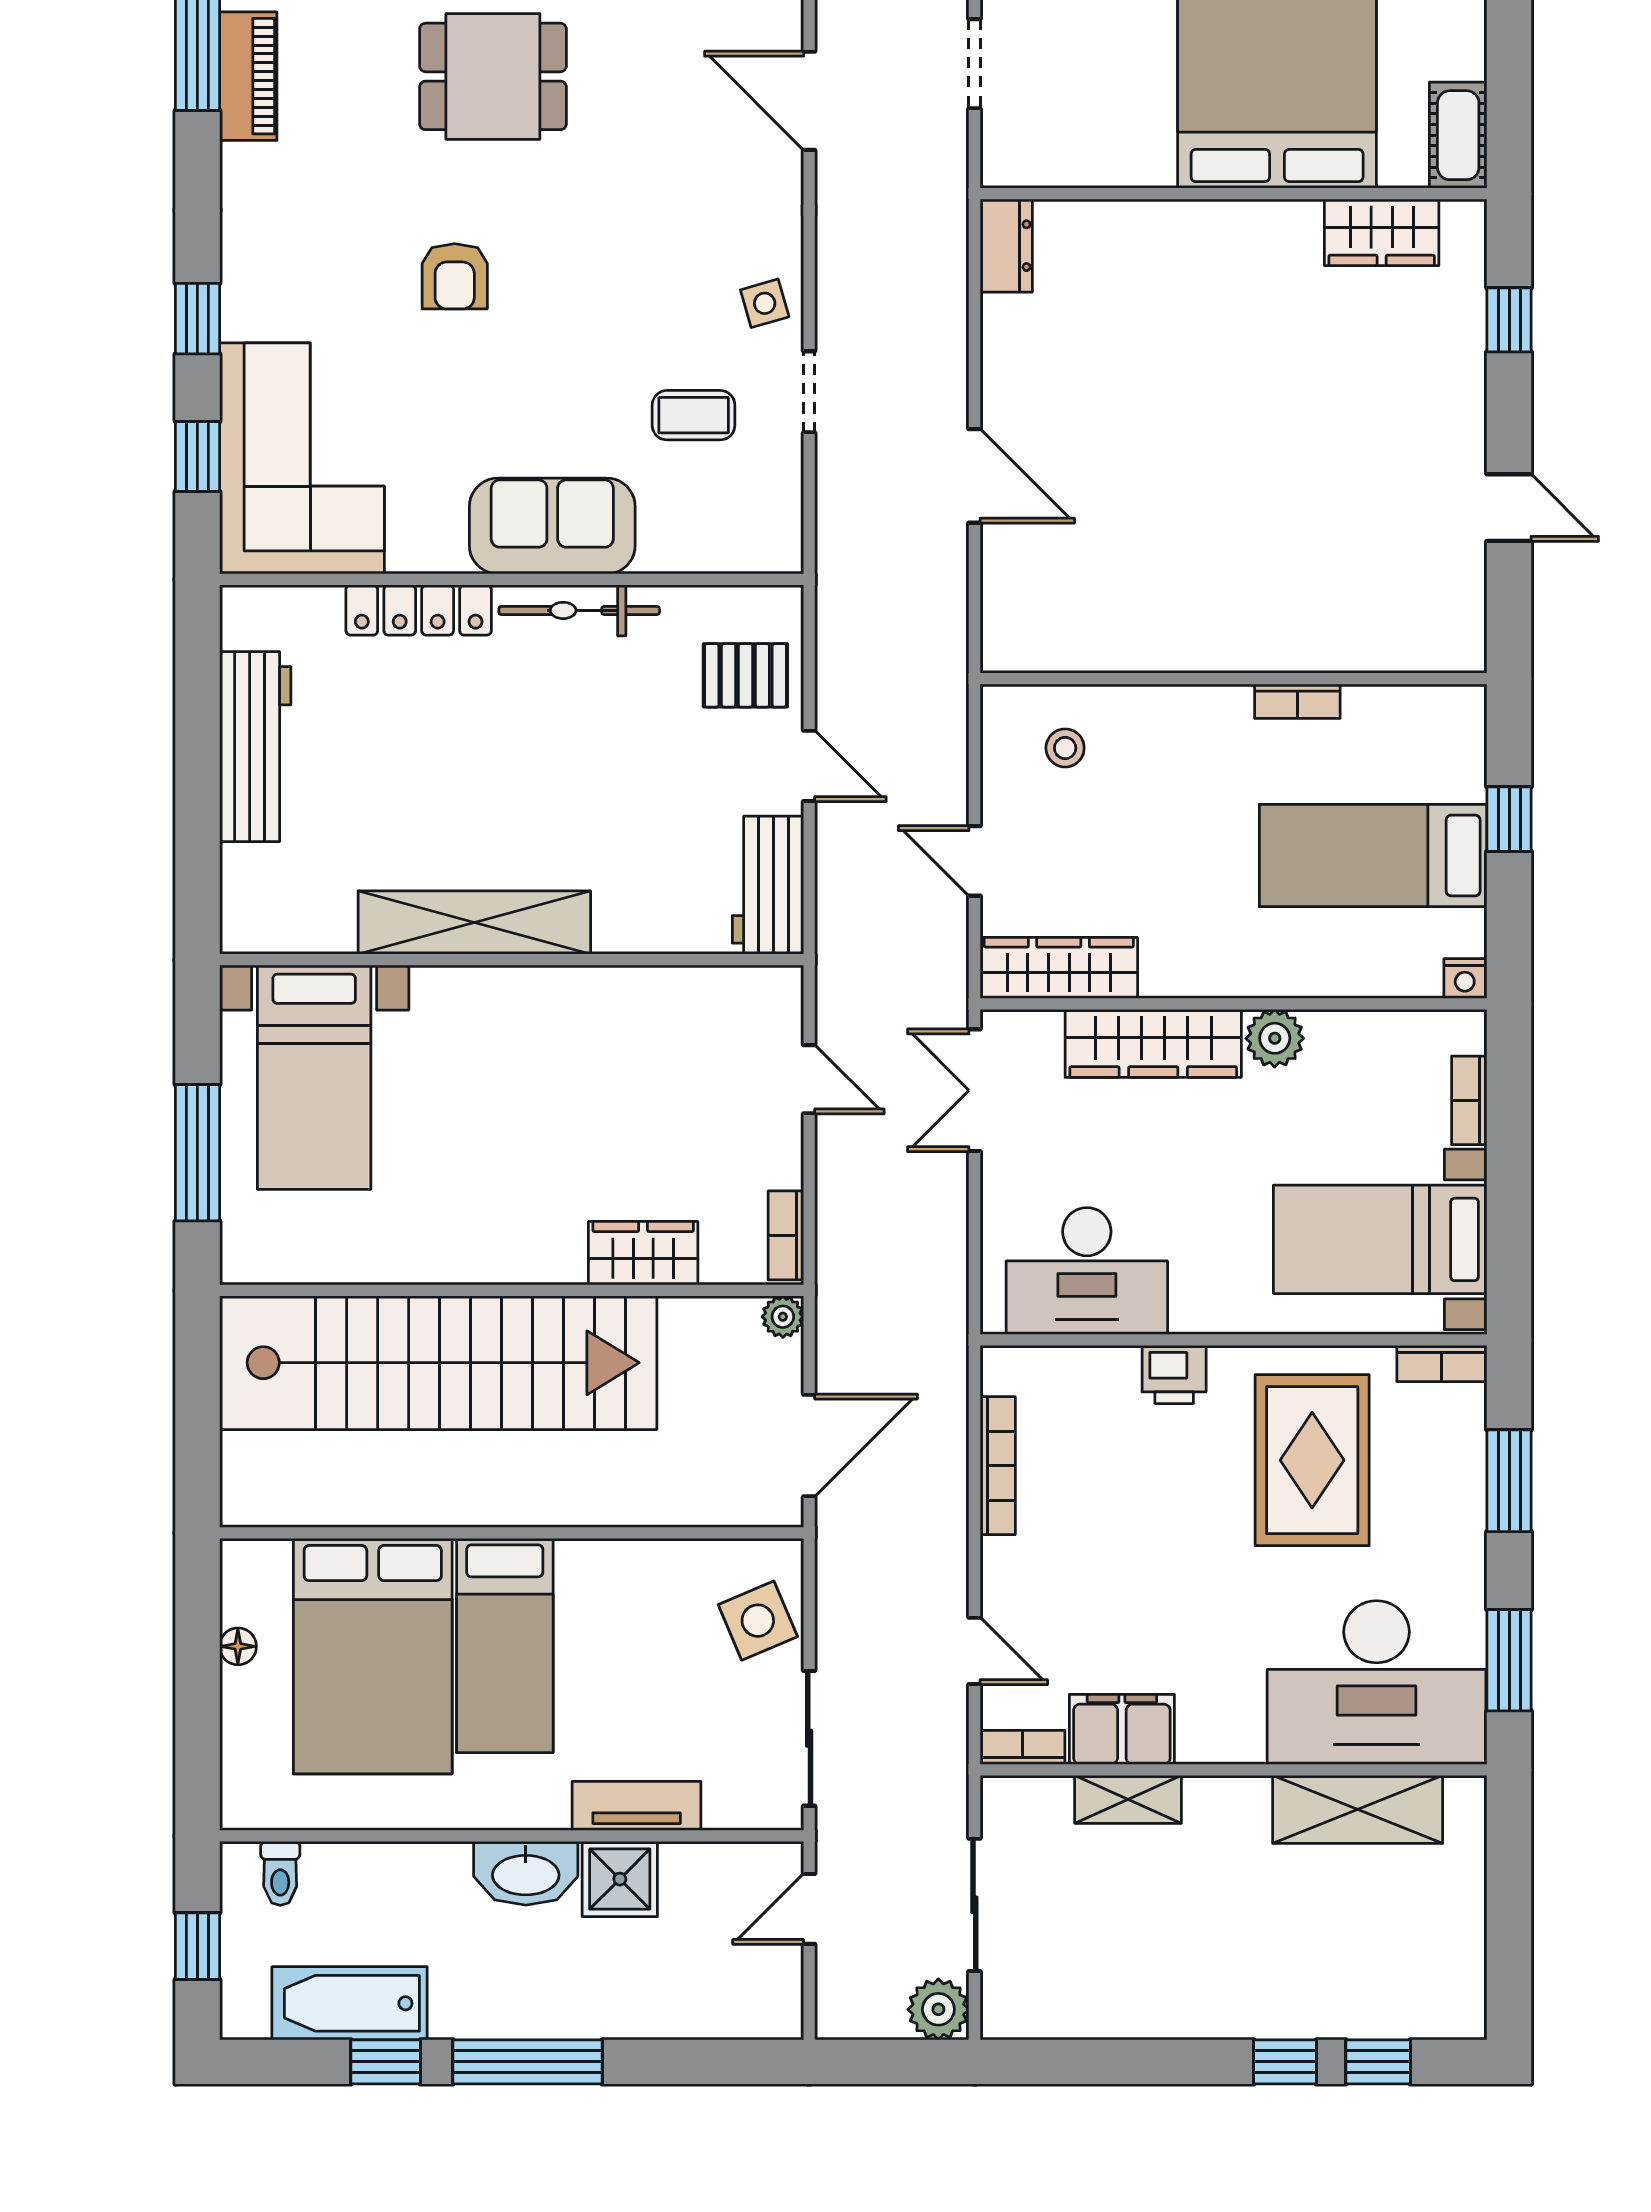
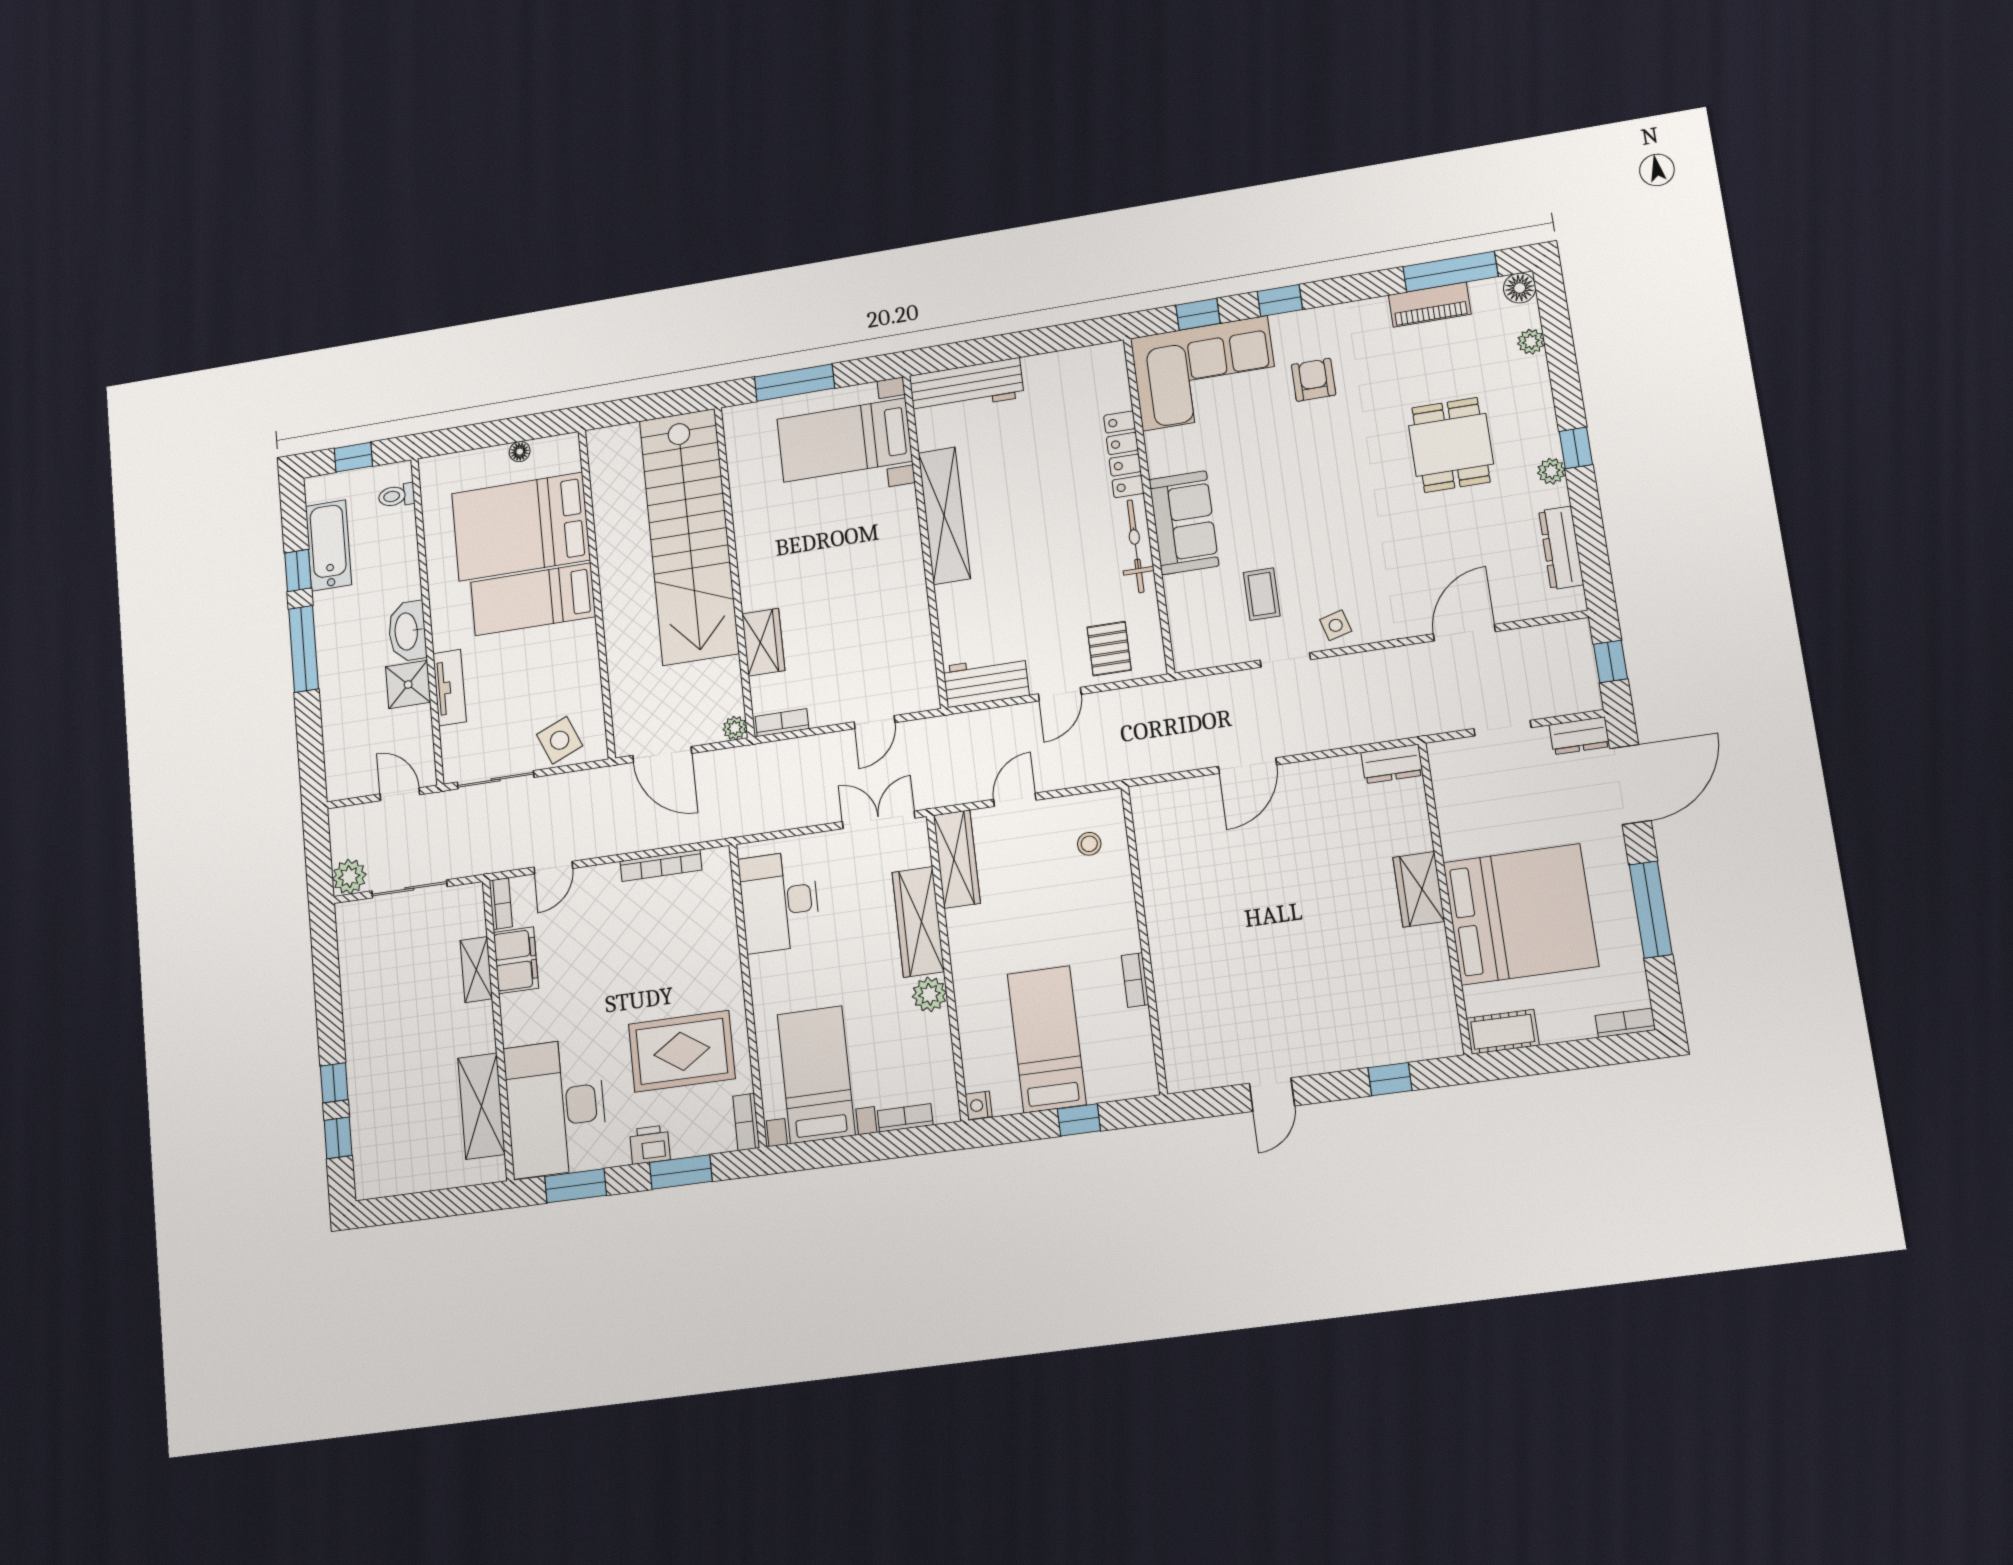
wardrobe: (1382, 232) -> (1419, 889), moved
armchair: (455, 276) -> (1313, 380), moved, turned 90
workbench: (255, 747) -> (967, 386), moved
printer: (1174, 1375) -> (650, 1145), moved, turned 90

